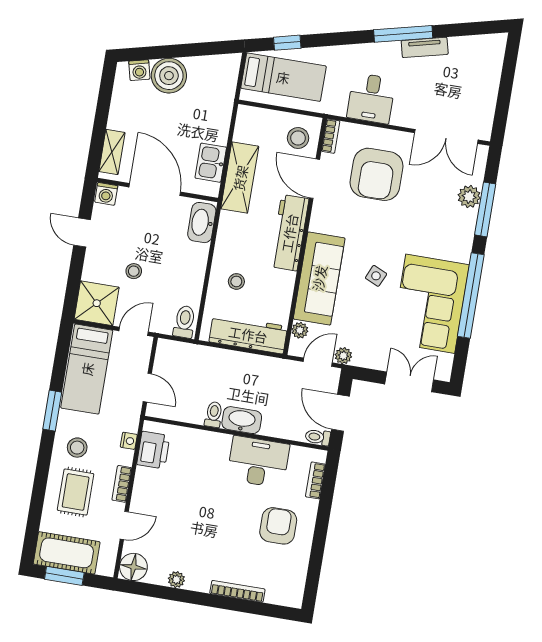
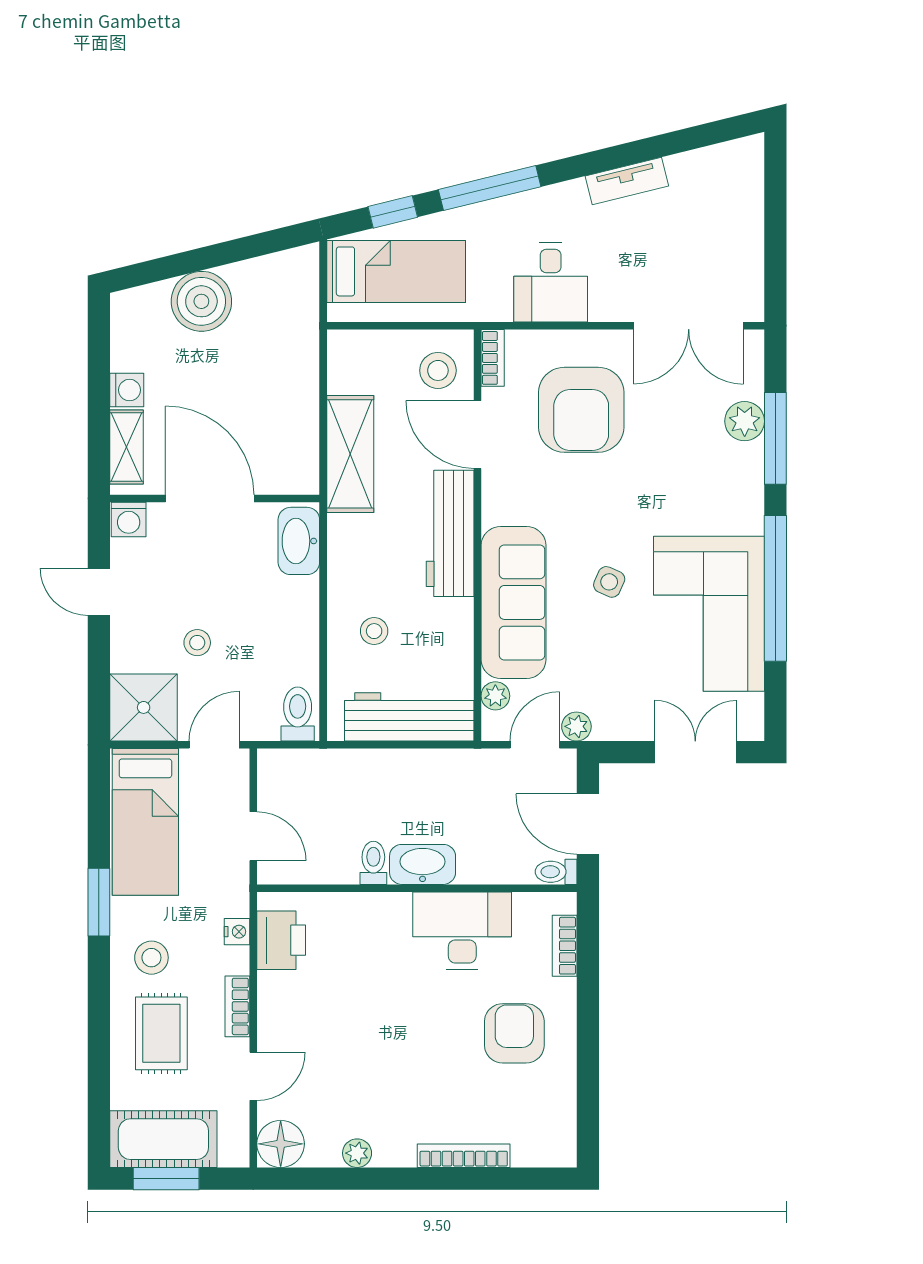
window: (403, 34) -> (490, 188), moved
washing machine: (139, 70) -> (127, 390), moved, turned -76
kitchen sink: (211, 163) -> (297, 437), removed

